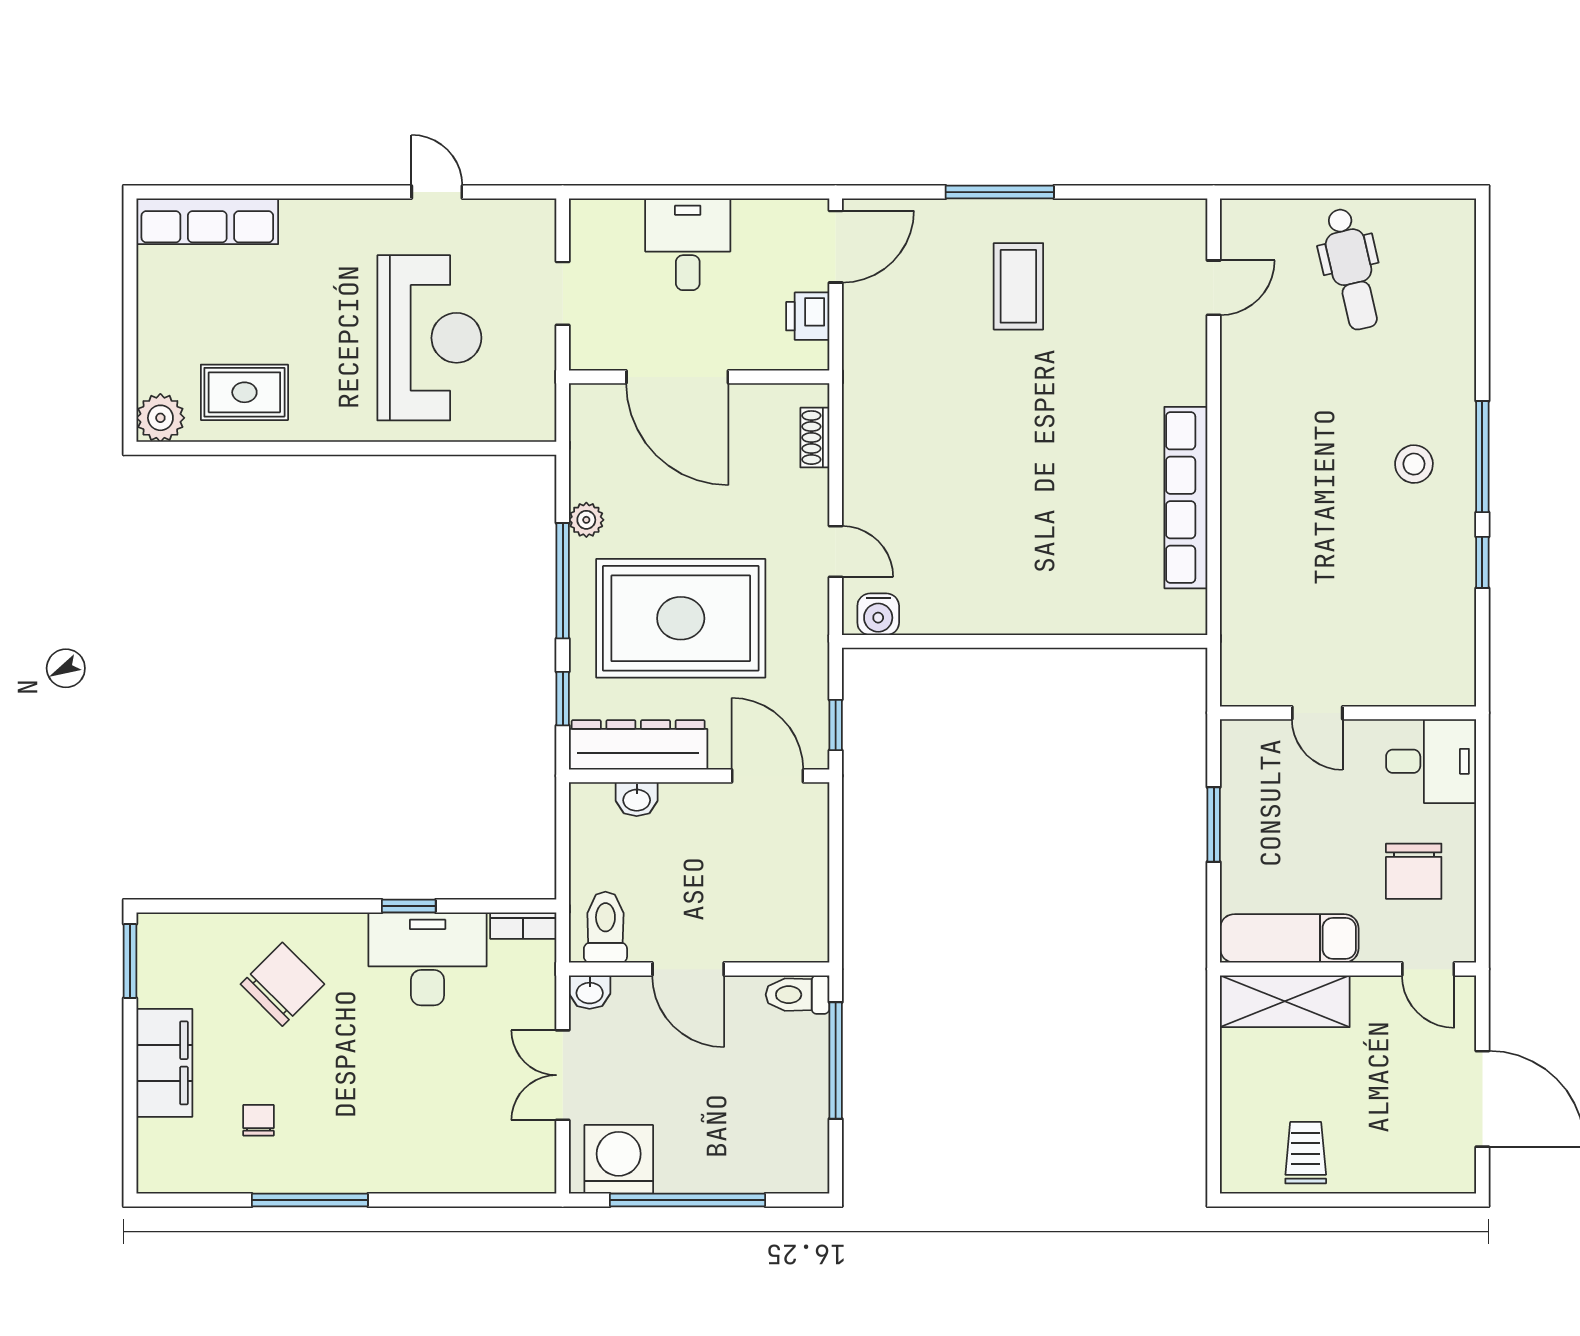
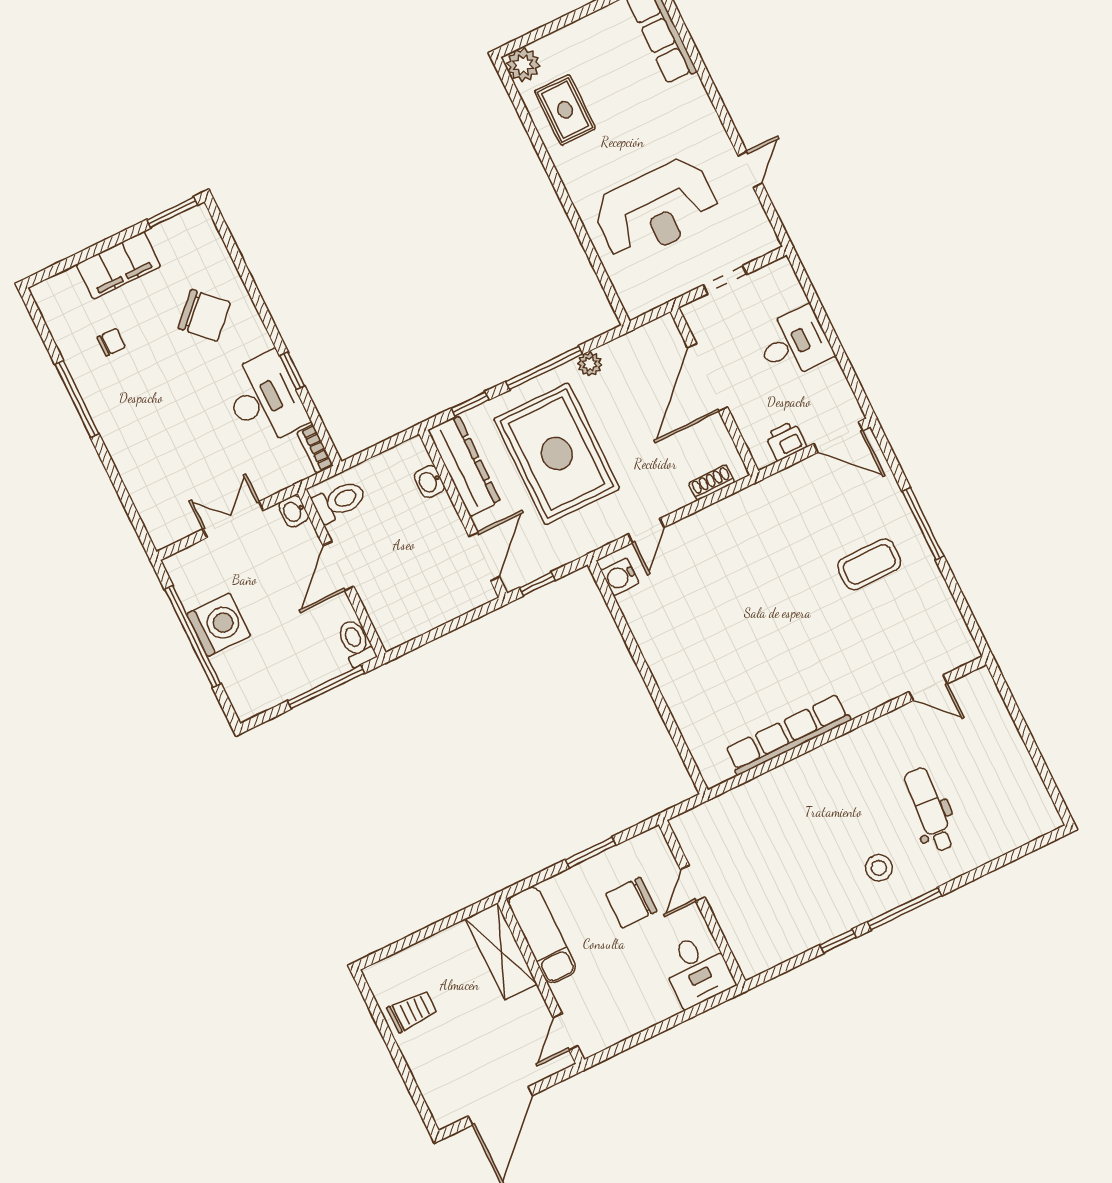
dental chair: (1351, 269) -> (930, 810), moved, turned 107
chair: (1414, 871) -> (631, 903), moved
washing machine: (619, 1159) -> (219, 625), moved

